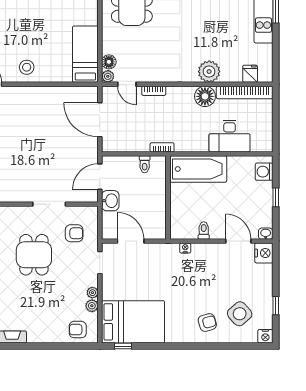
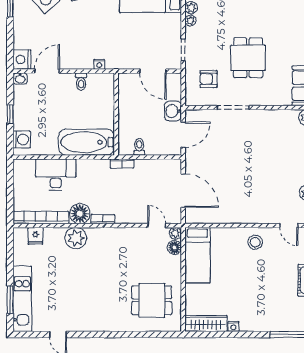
bookcase: (154, 91) -> (103, 219), moved
door: (238, 241) -> (47, 71), swing flipped

